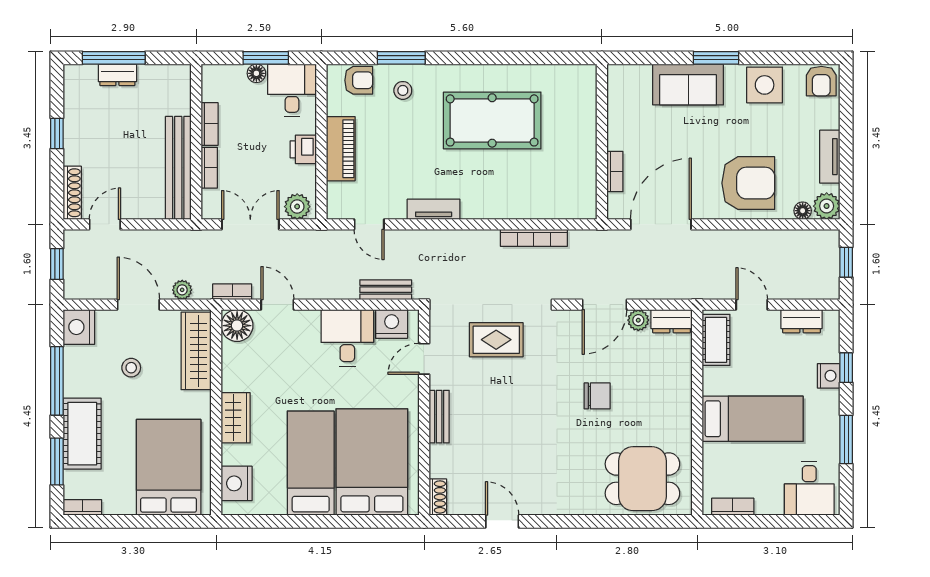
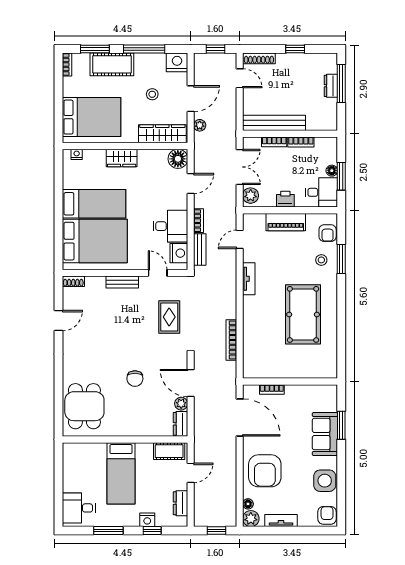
window: (716, 58) -> (341, 425), moved
armchair: (821, 81) -> (327, 515), turned 90
bookcase: (232, 292) -> (199, 221), moved
nightstand: (237, 483) -> (77, 154), width x0.53, depth x0.56
bookcase: (733, 507) -> (67, 461), removed

